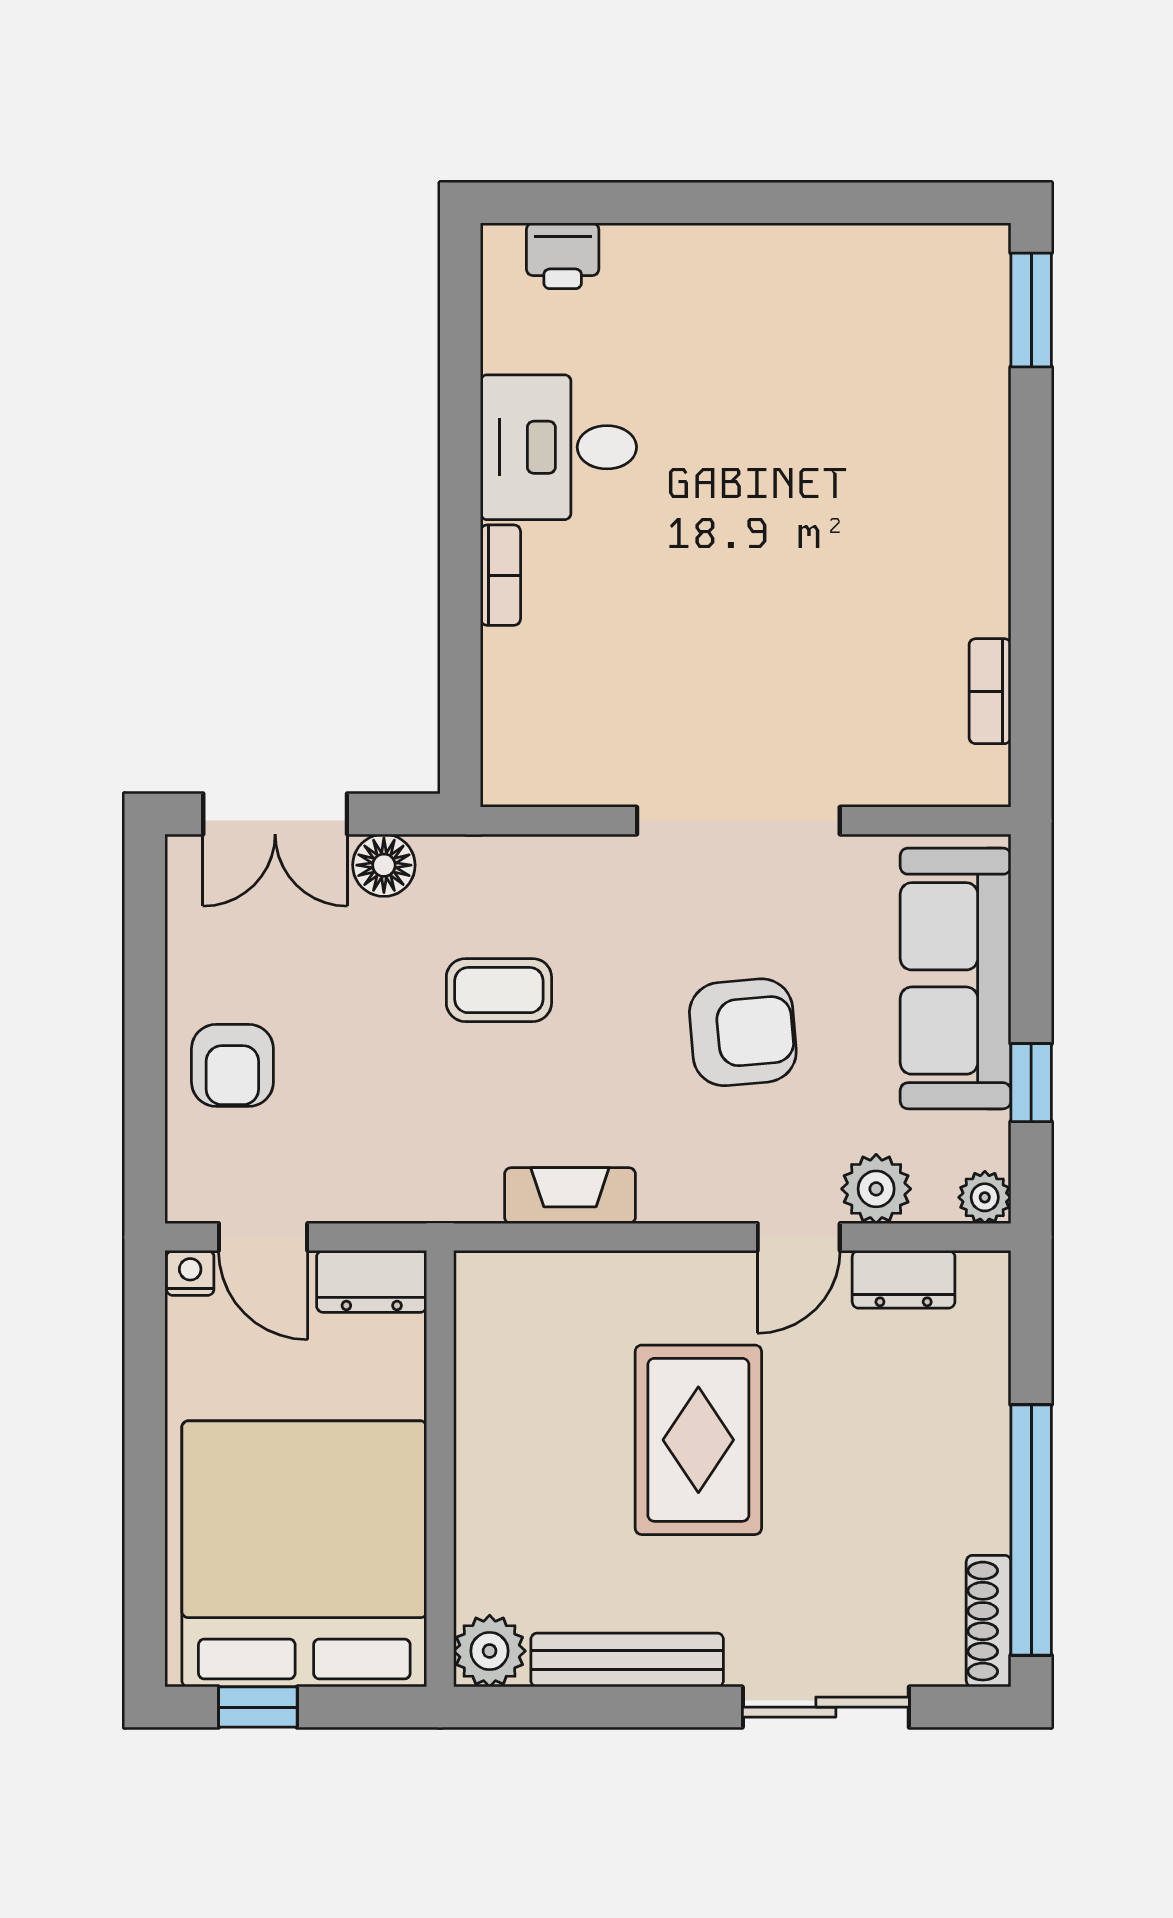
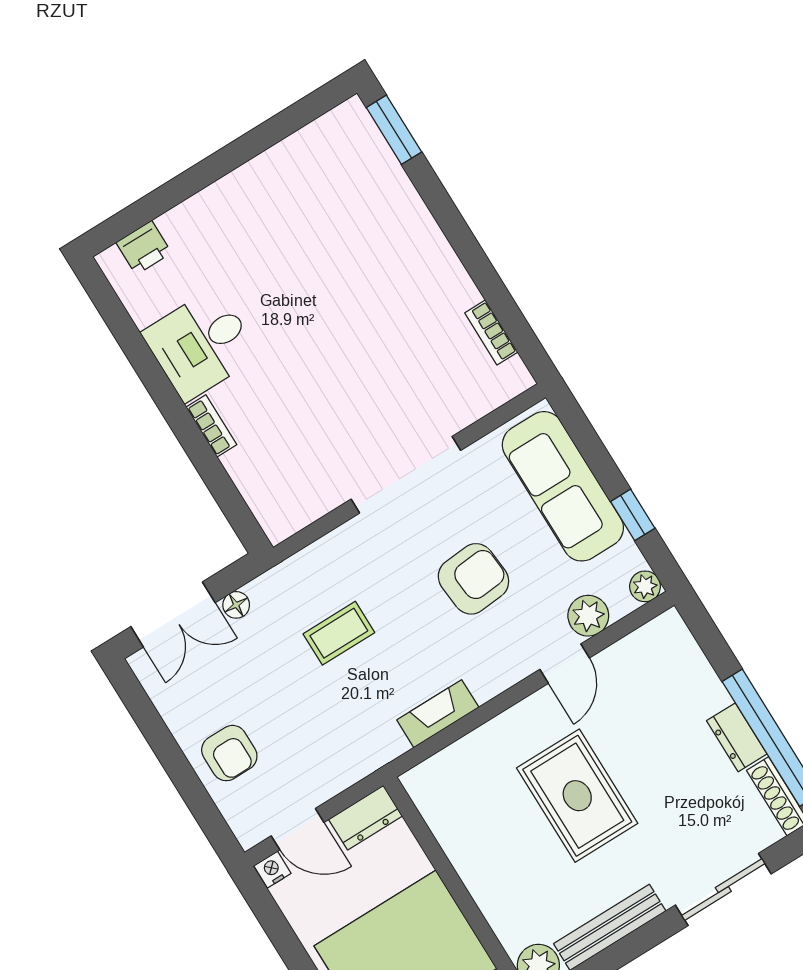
floor lamp: (384, 865) -> (236, 605), width x0.73, depth x0.73
dresser: (904, 1279) -> (737, 737), moved, turned 90

